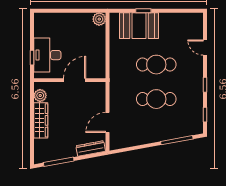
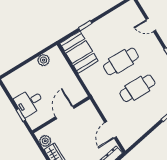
plant: (99, 19) -> (44, 60), moved
booth: (139, 26) -> (79, 52), moved, turned 90
desk: (47, 55) -> (29, 102), width x0.73

